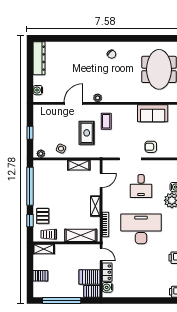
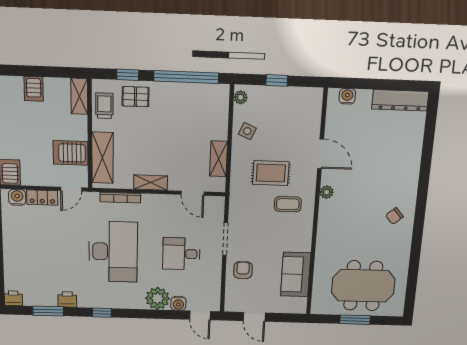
server rack: (90, 277) -> (71, 153), moved, turned -90

